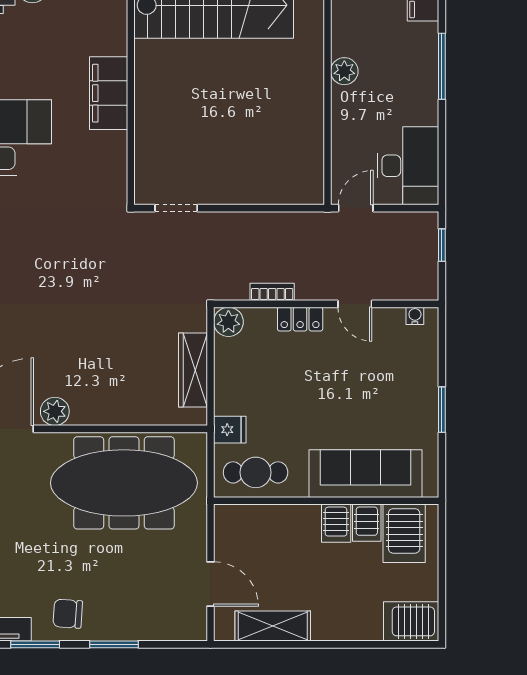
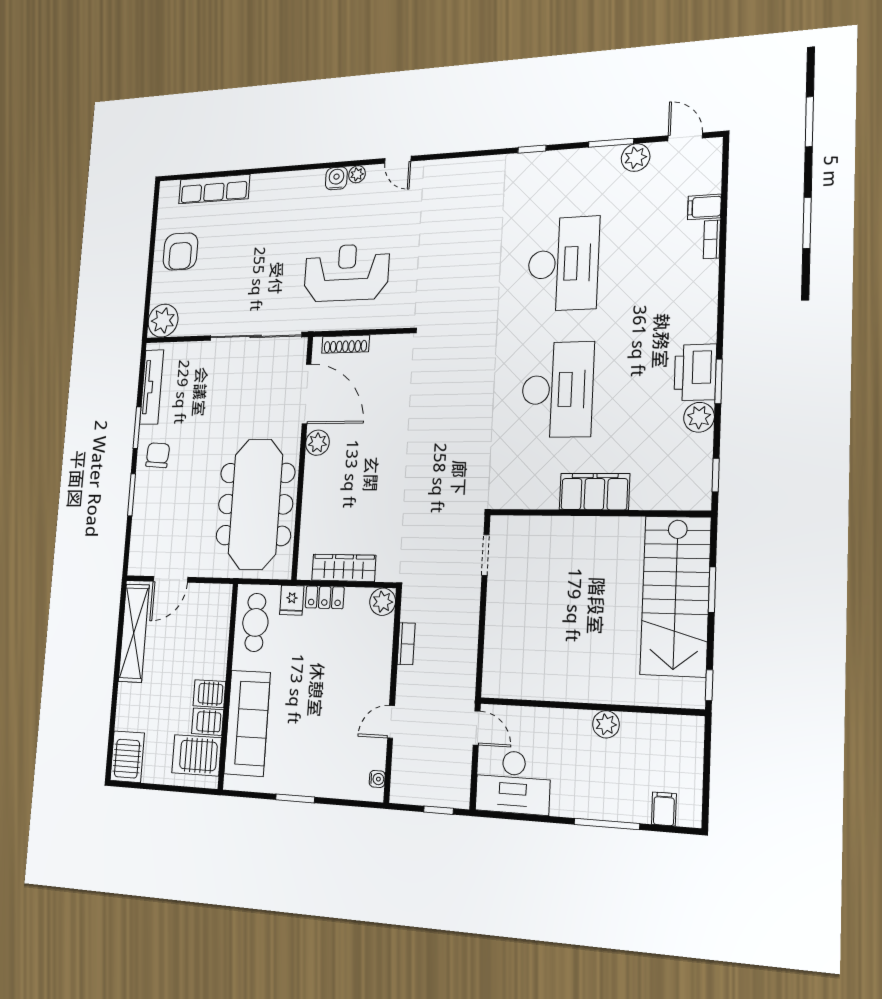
locker: (300, 319) -> (325, 597), moved, turned -90
shelving: (273, 626) -> (134, 633), width x1.47

